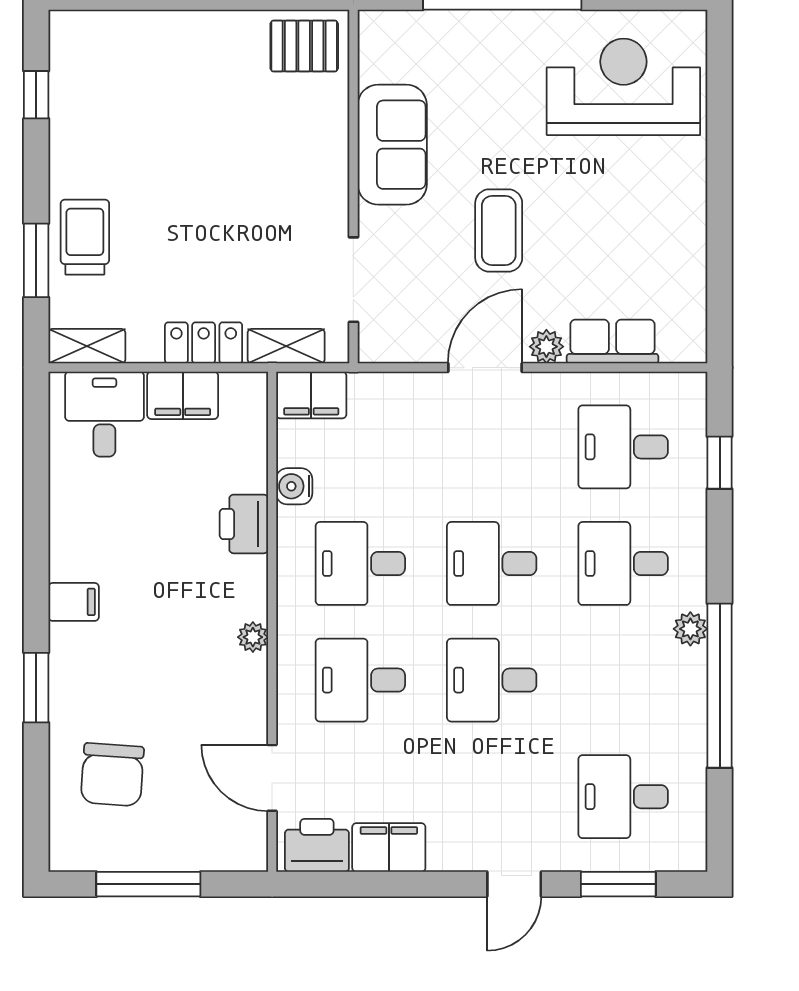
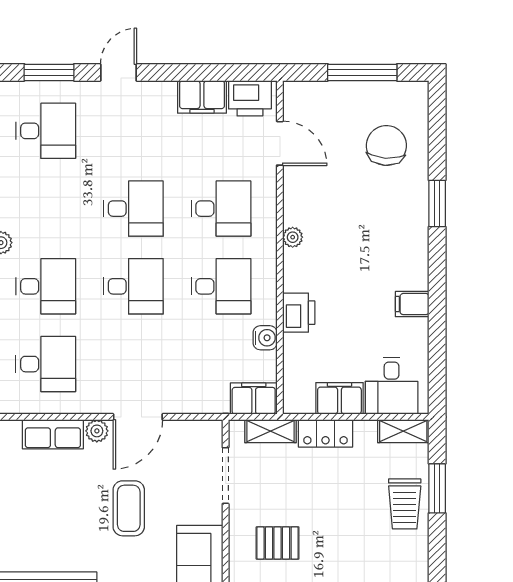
pallet: (276, 178) -> (278, 543), added
filing cabinet: (74, 602) -> (412, 304), moved

